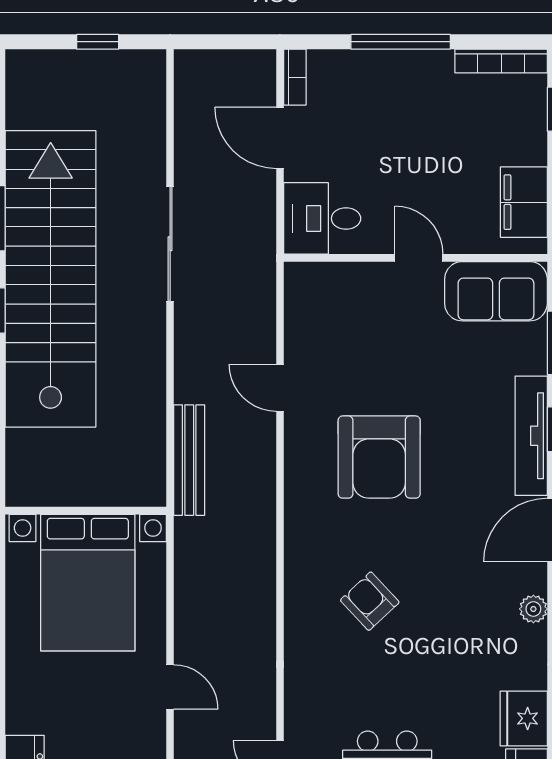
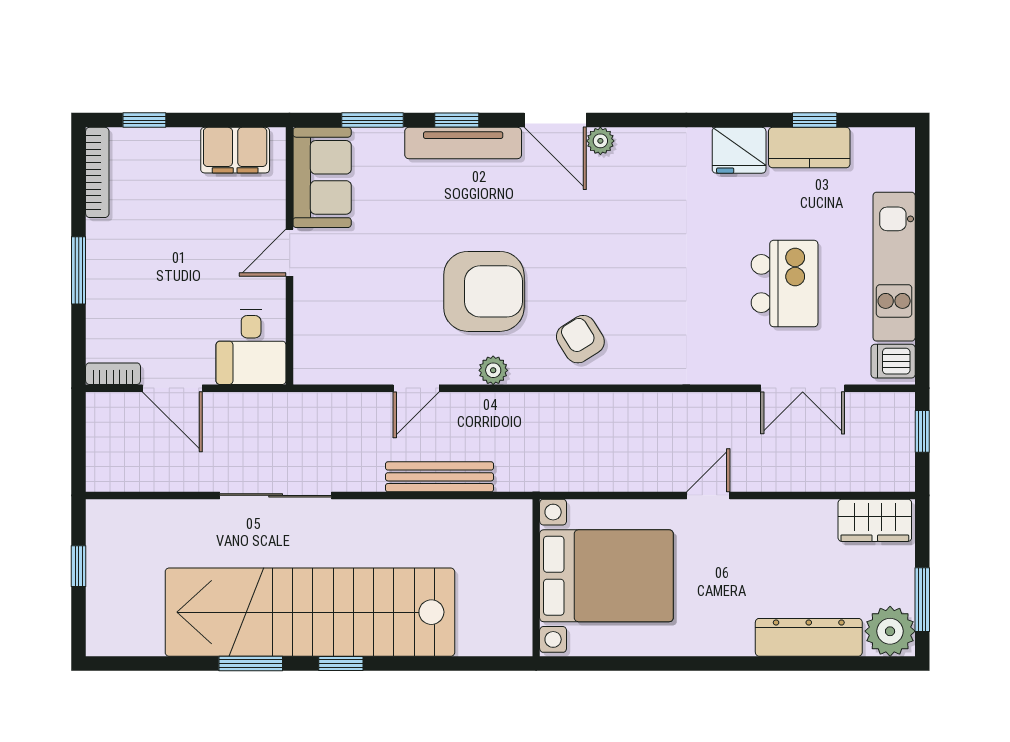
window: (401, 42) -> (79, 270), width x0.69
door: (280, 138) -> (172, 388), hinge flipped
bench: (189, 460) -> (439, 477), moved
plant: (298, 467) -> (493, 370), added
armchair: (370, 601) -> (580, 339), moved, turned 101
plant: (533, 609) -> (600, 141), moved

